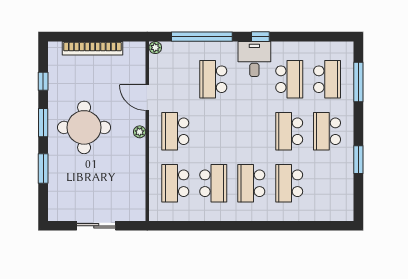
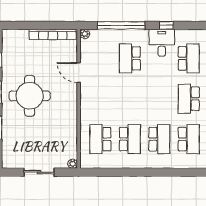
bookcase: (92, 48) -> (53, 34), moved
school desk: (175, 131) -> (100, 99), removed
plant: (140, 132) -> (73, 164), moved
school desk: (251, 183) -> (159, 139), turned 180
school desk: (289, 183) -> (189, 139), turned 180

